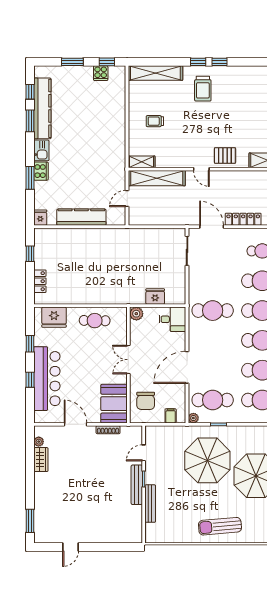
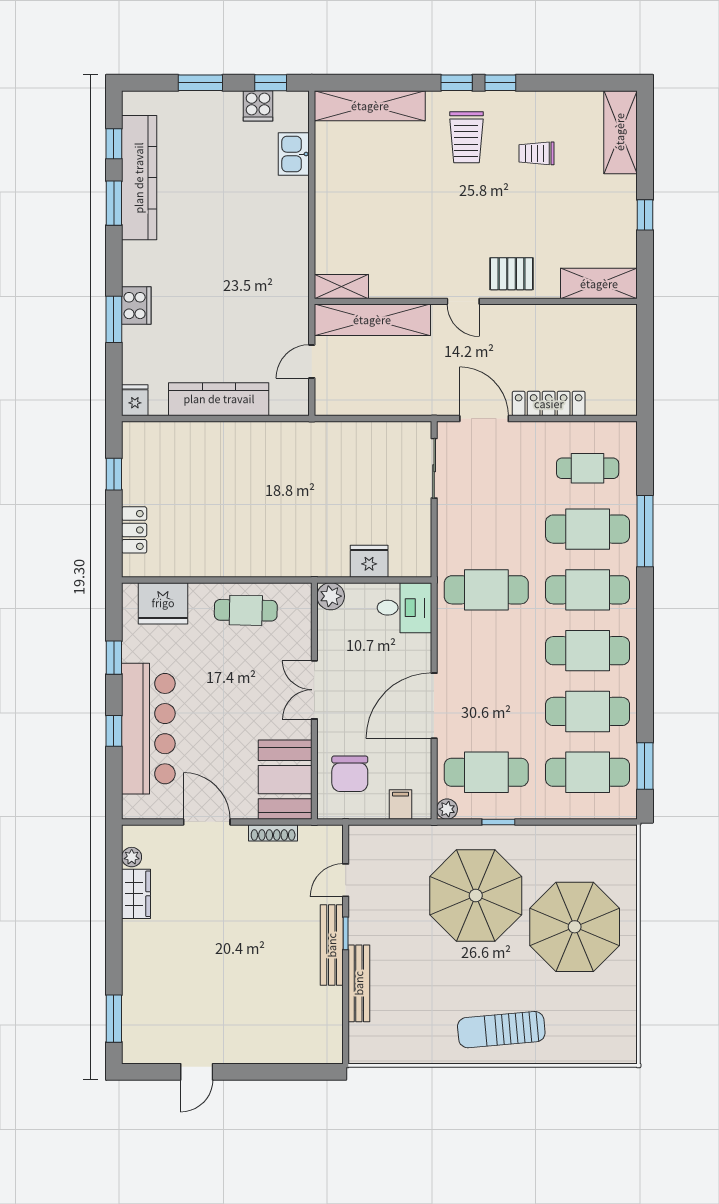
trolley: (155, 121) -> (537, 153), moved
kitchen sink: (41, 150) -> (294, 154), moved, turned 180

